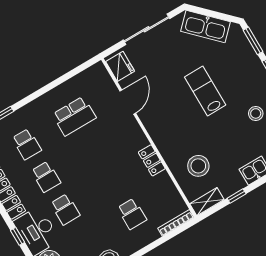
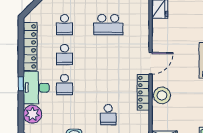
door: (128, 102) -> (151, 63), moved
locker: (152, 160) -> (143, 92), width x1.53
stool: (198, 166) -> (162, 95), moved

